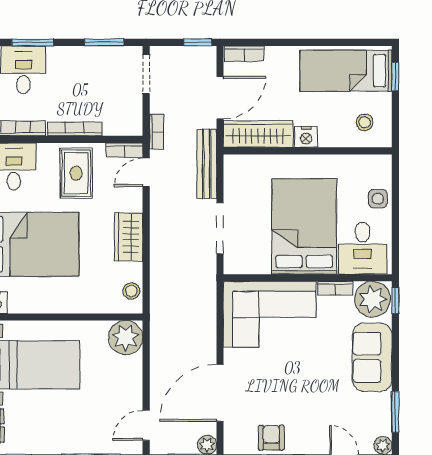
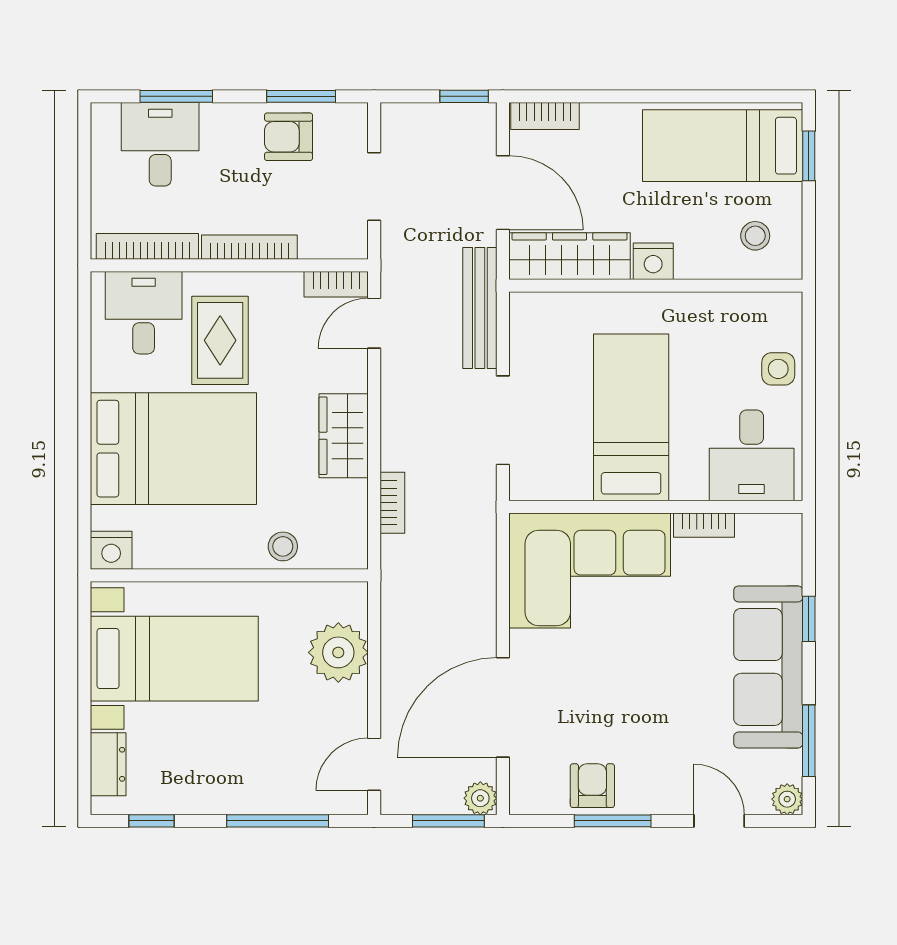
armchair: (97, 66) -> (289, 137), added
doorway: (146, 74) -> (374, 186), moved
door: (220, 98) -> (503, 193), hinge flipped
bookcase: (157, 132) -> (392, 503), moved
rug: (76, 173) -> (220, 340), moved
bed: (304, 226) -> (631, 417), width x0.67
stool: (131, 291) -> (283, 546), moved
plant: (372, 299) -> (769, 544), removed
window: (395, 300) -> (809, 619), moved
plant: (126, 338) -> (338, 652), moved
sofa: (372, 357) -> (768, 667), width x1.36

